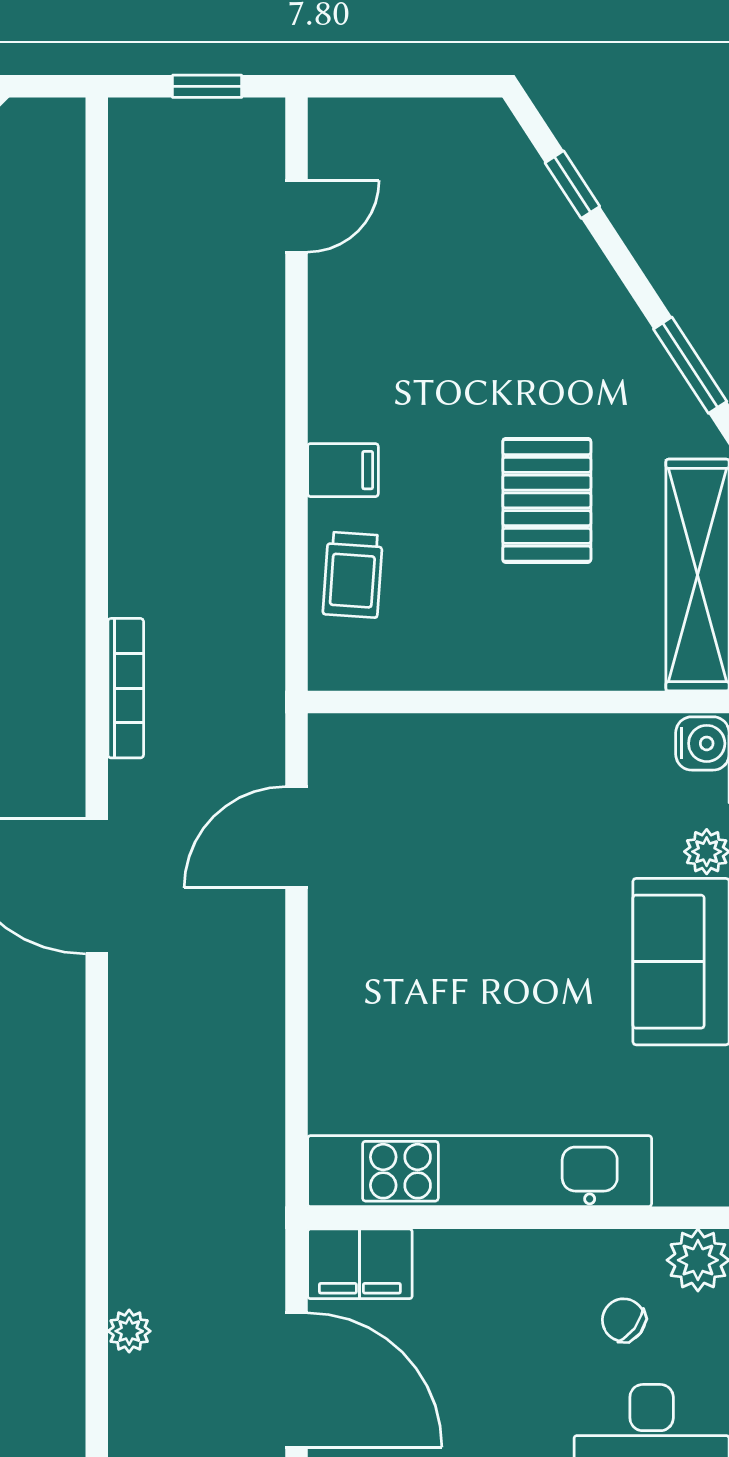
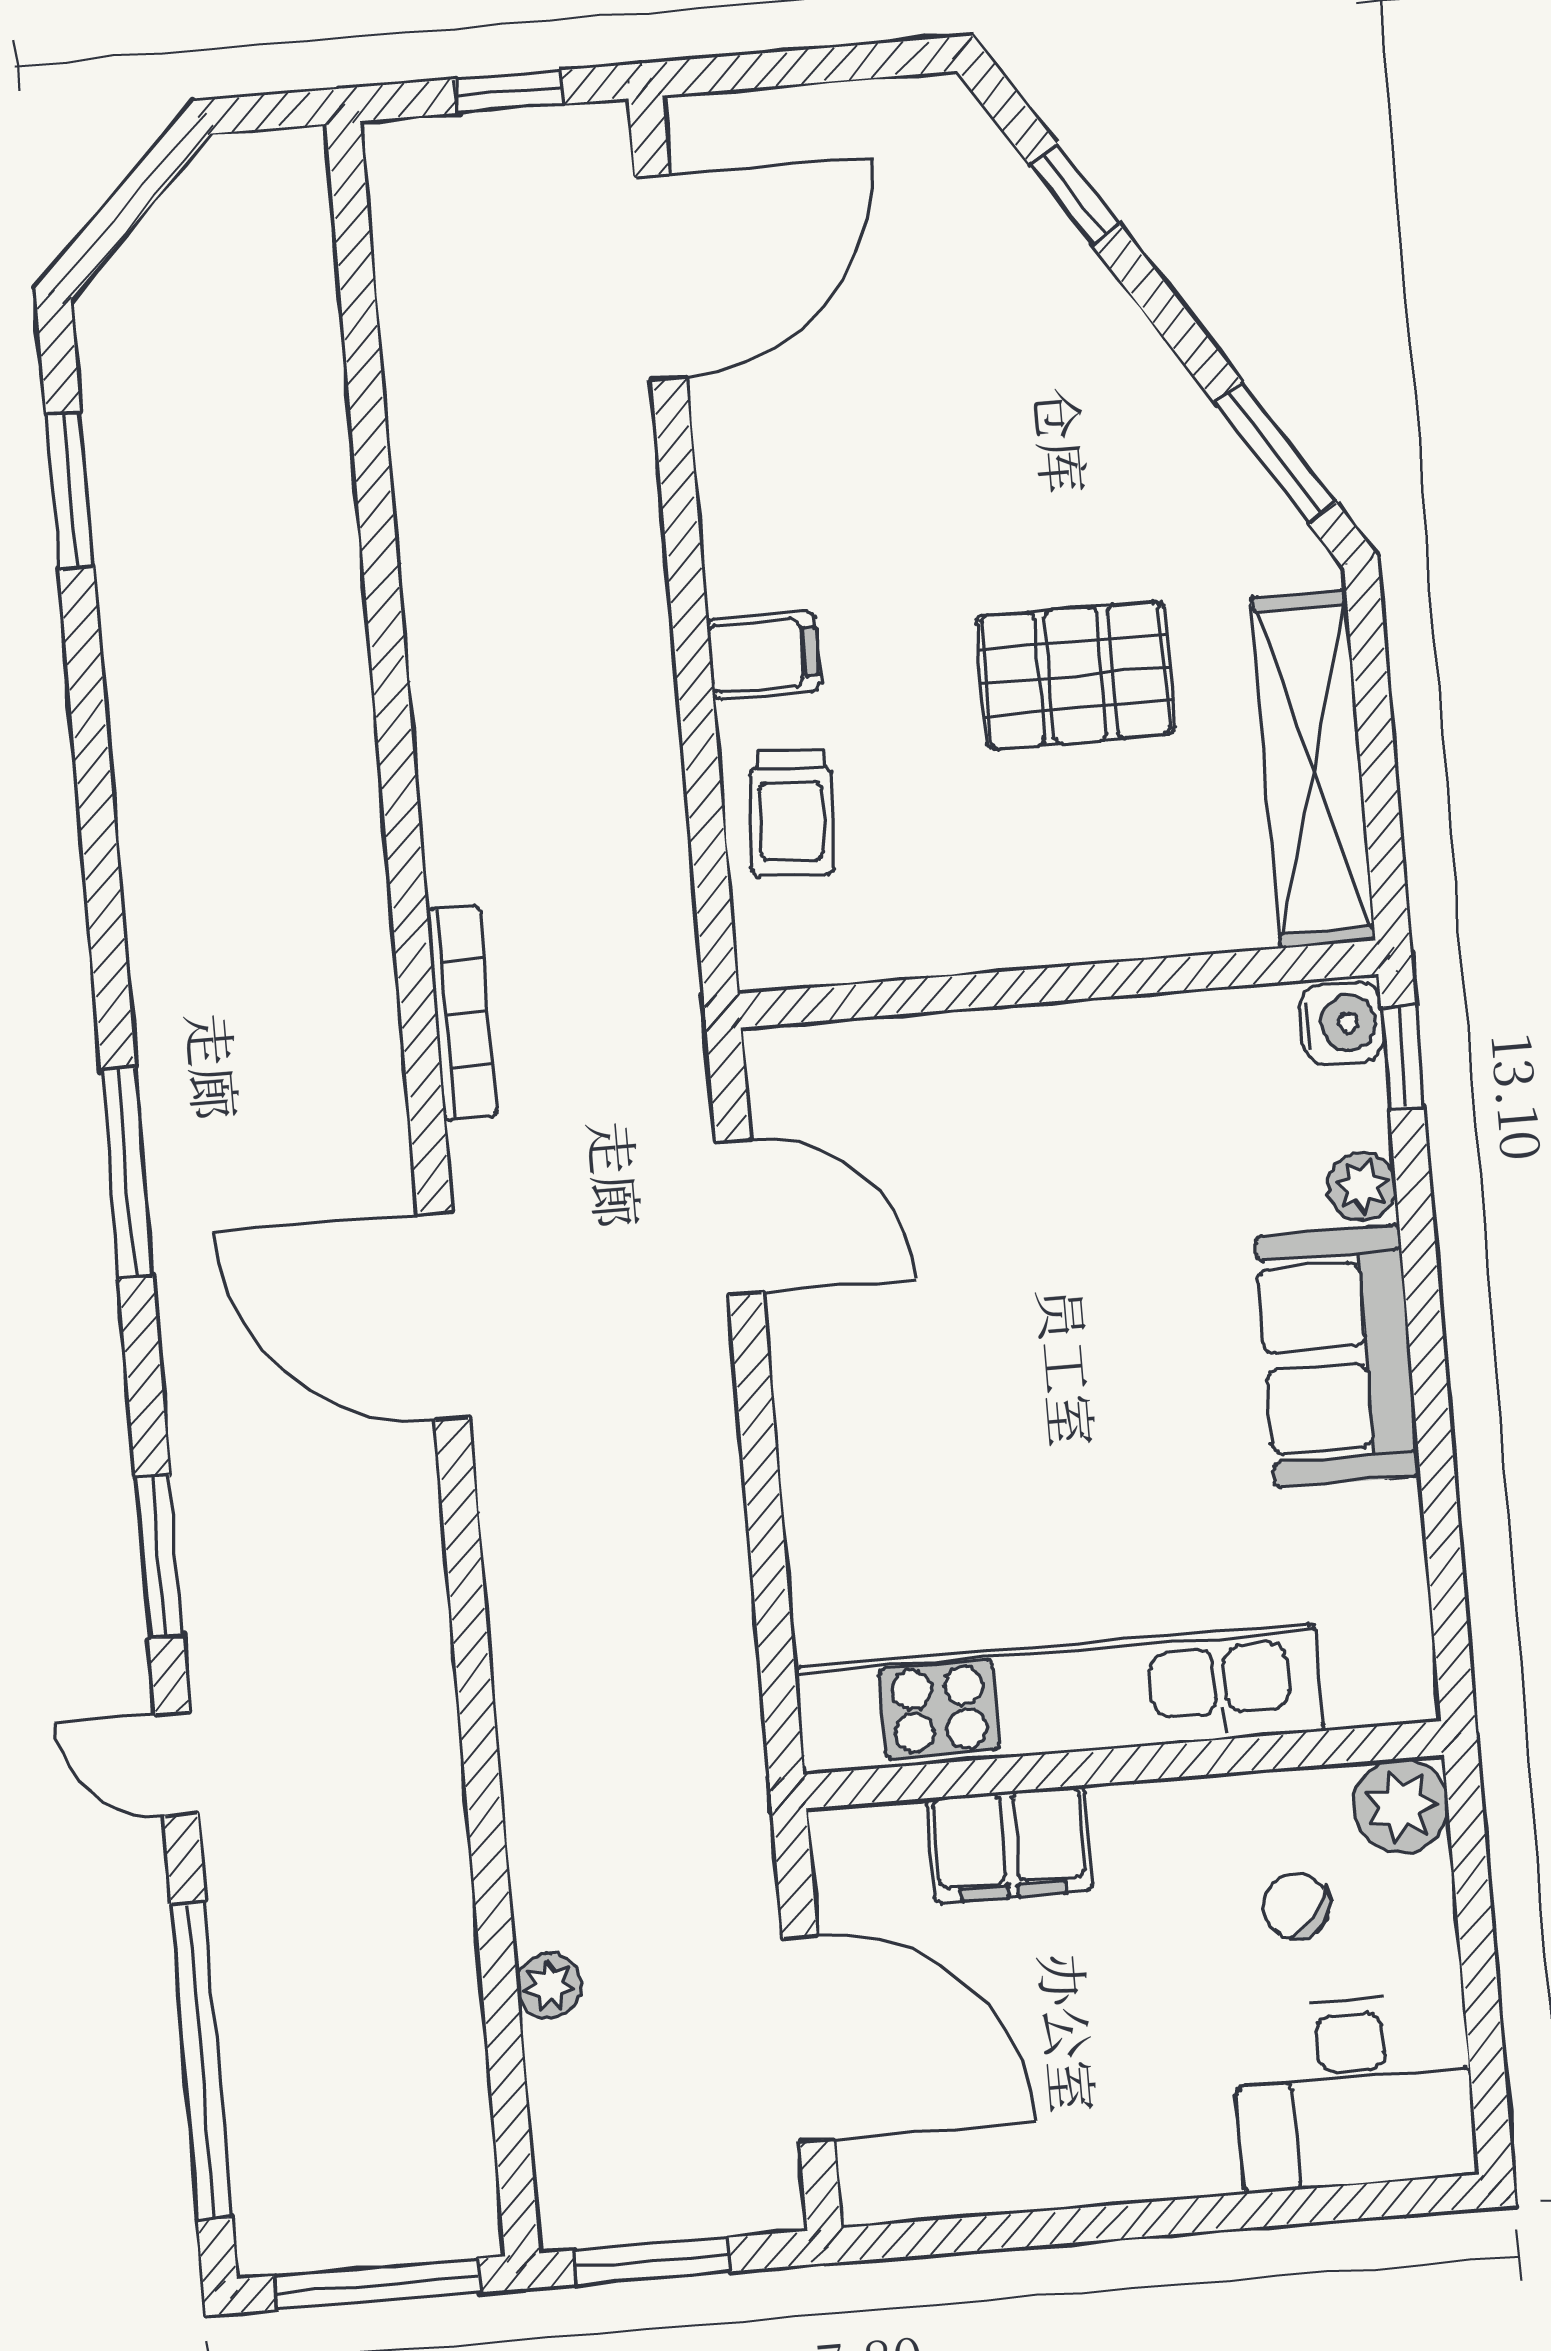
door: (296, 216) -> (660, 277), width x1.88
pallet: (547, 500) -> (1076, 675), turned 90
door: (296, 837) -> (739, 1217), swing flipped
filing cabinet: (360, 1264) -> (1010, 1844), moved

